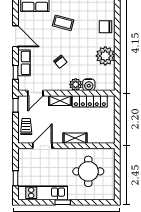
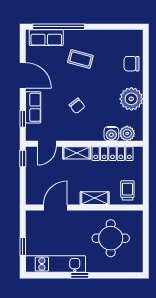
plant: (76, 85) -> (127, 133), moved
trolley: (26, 126) -> (127, 190), moved

